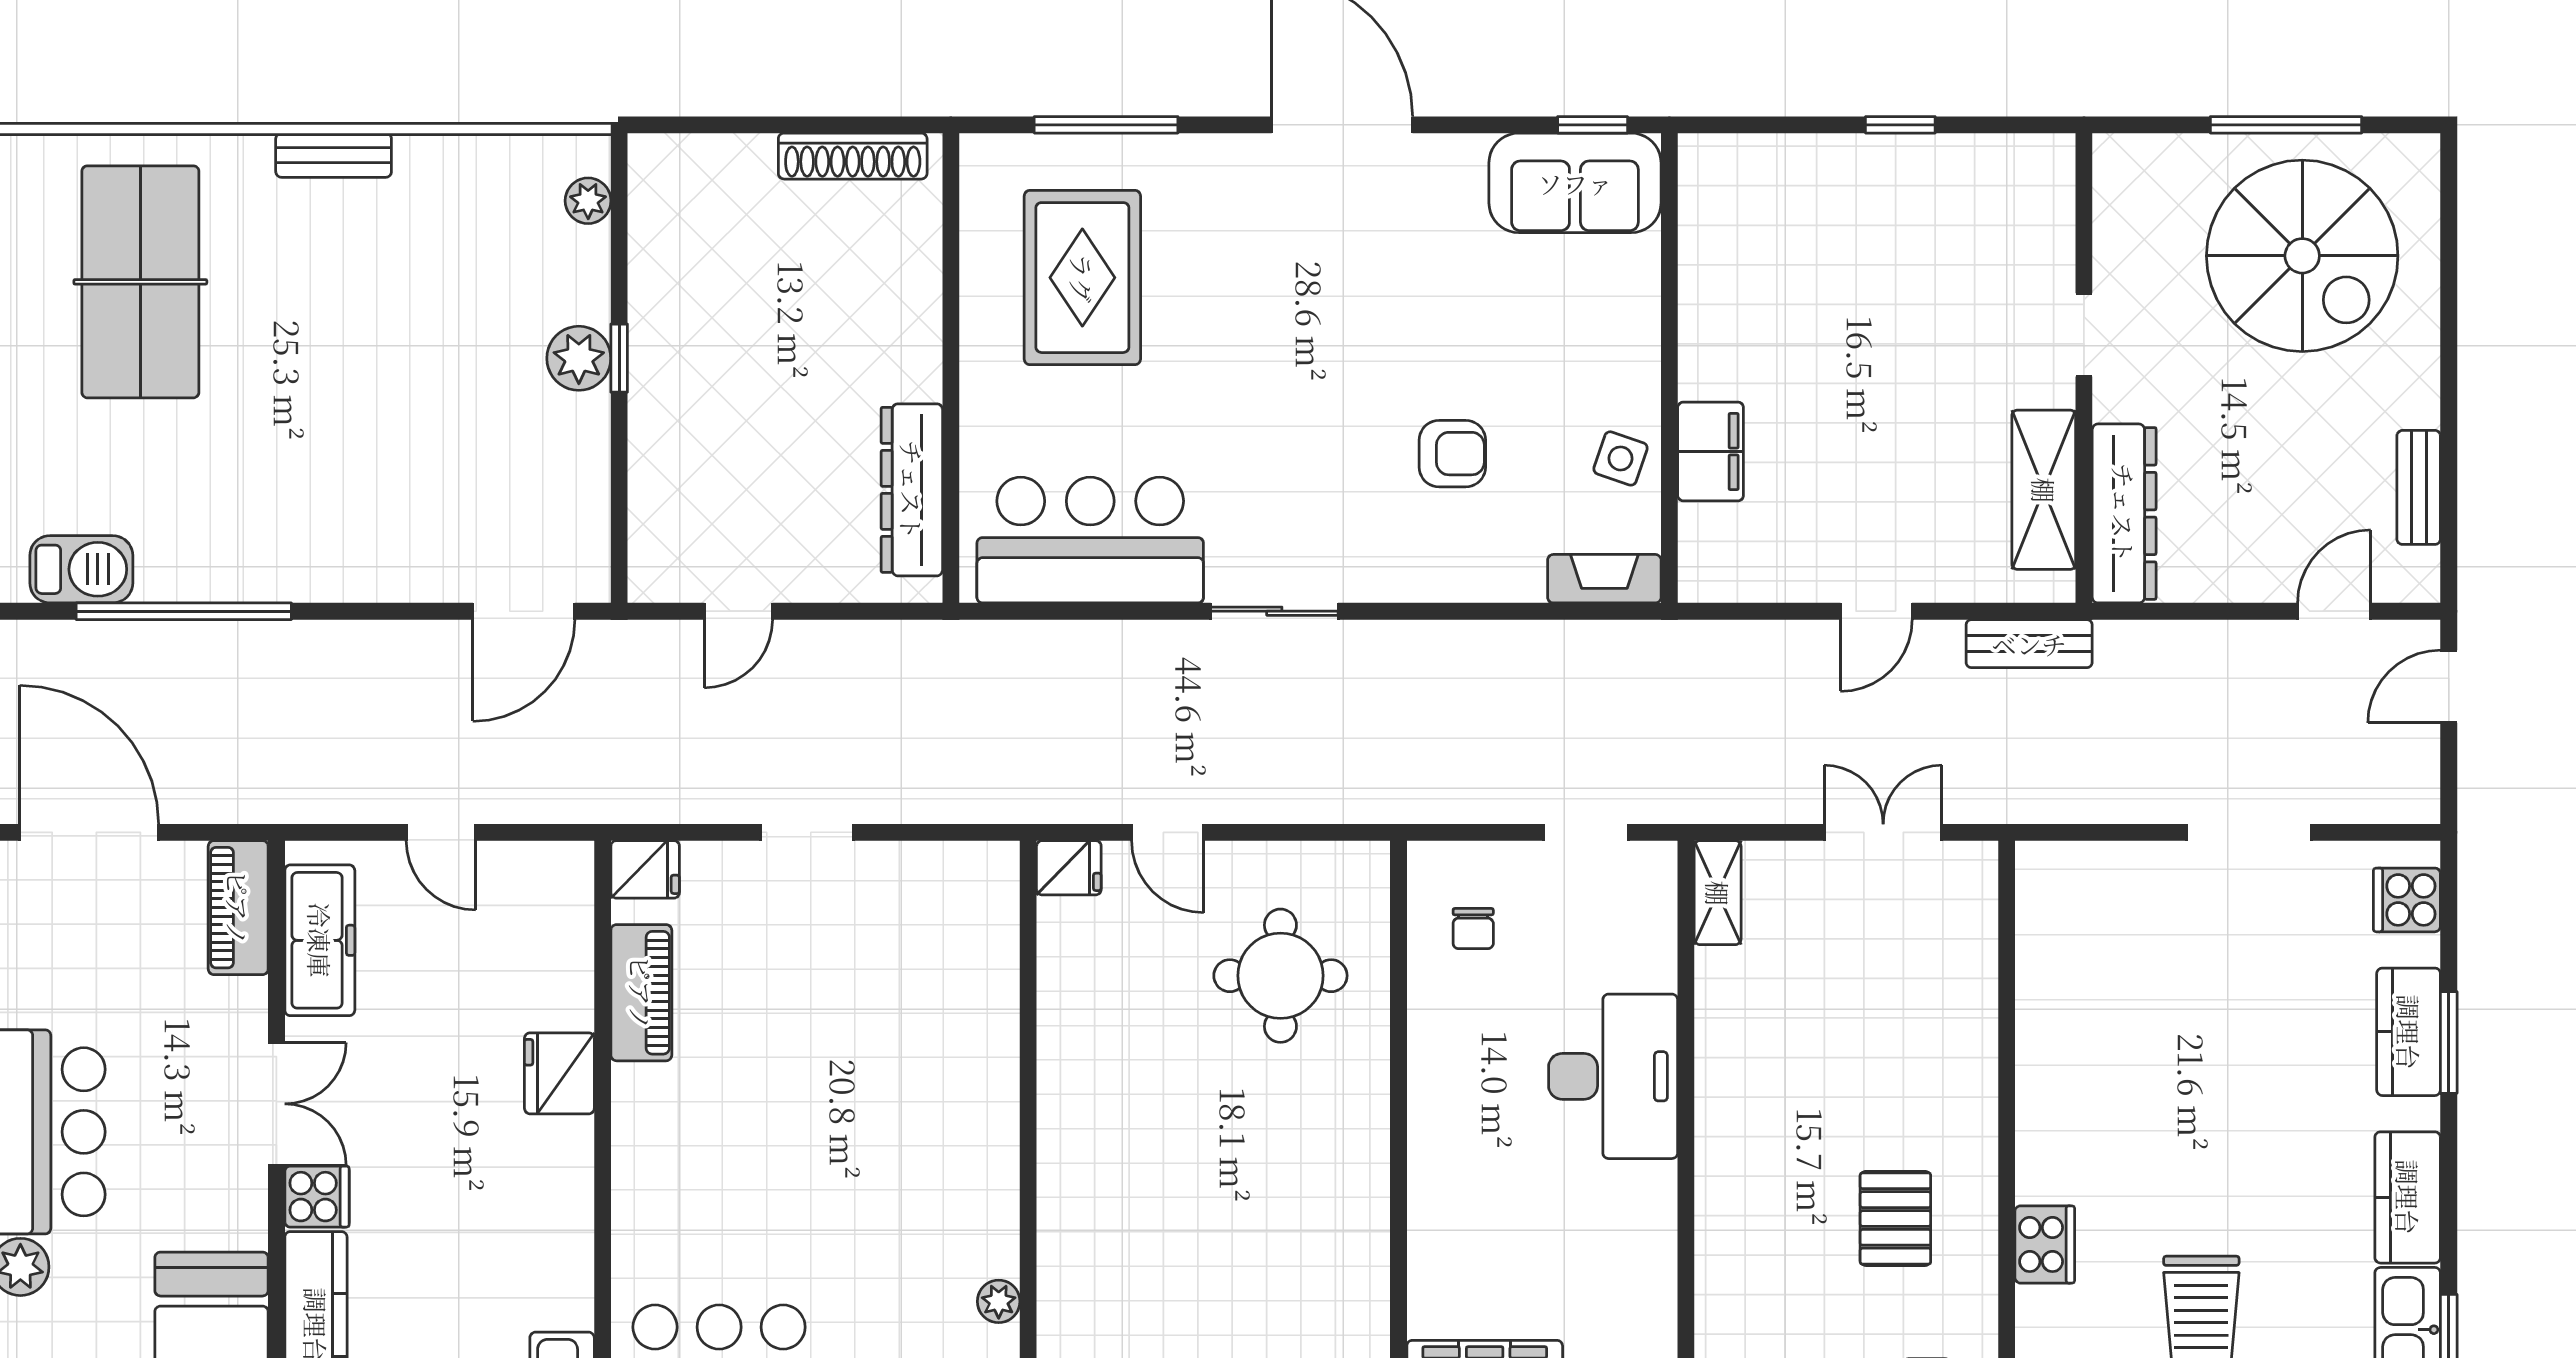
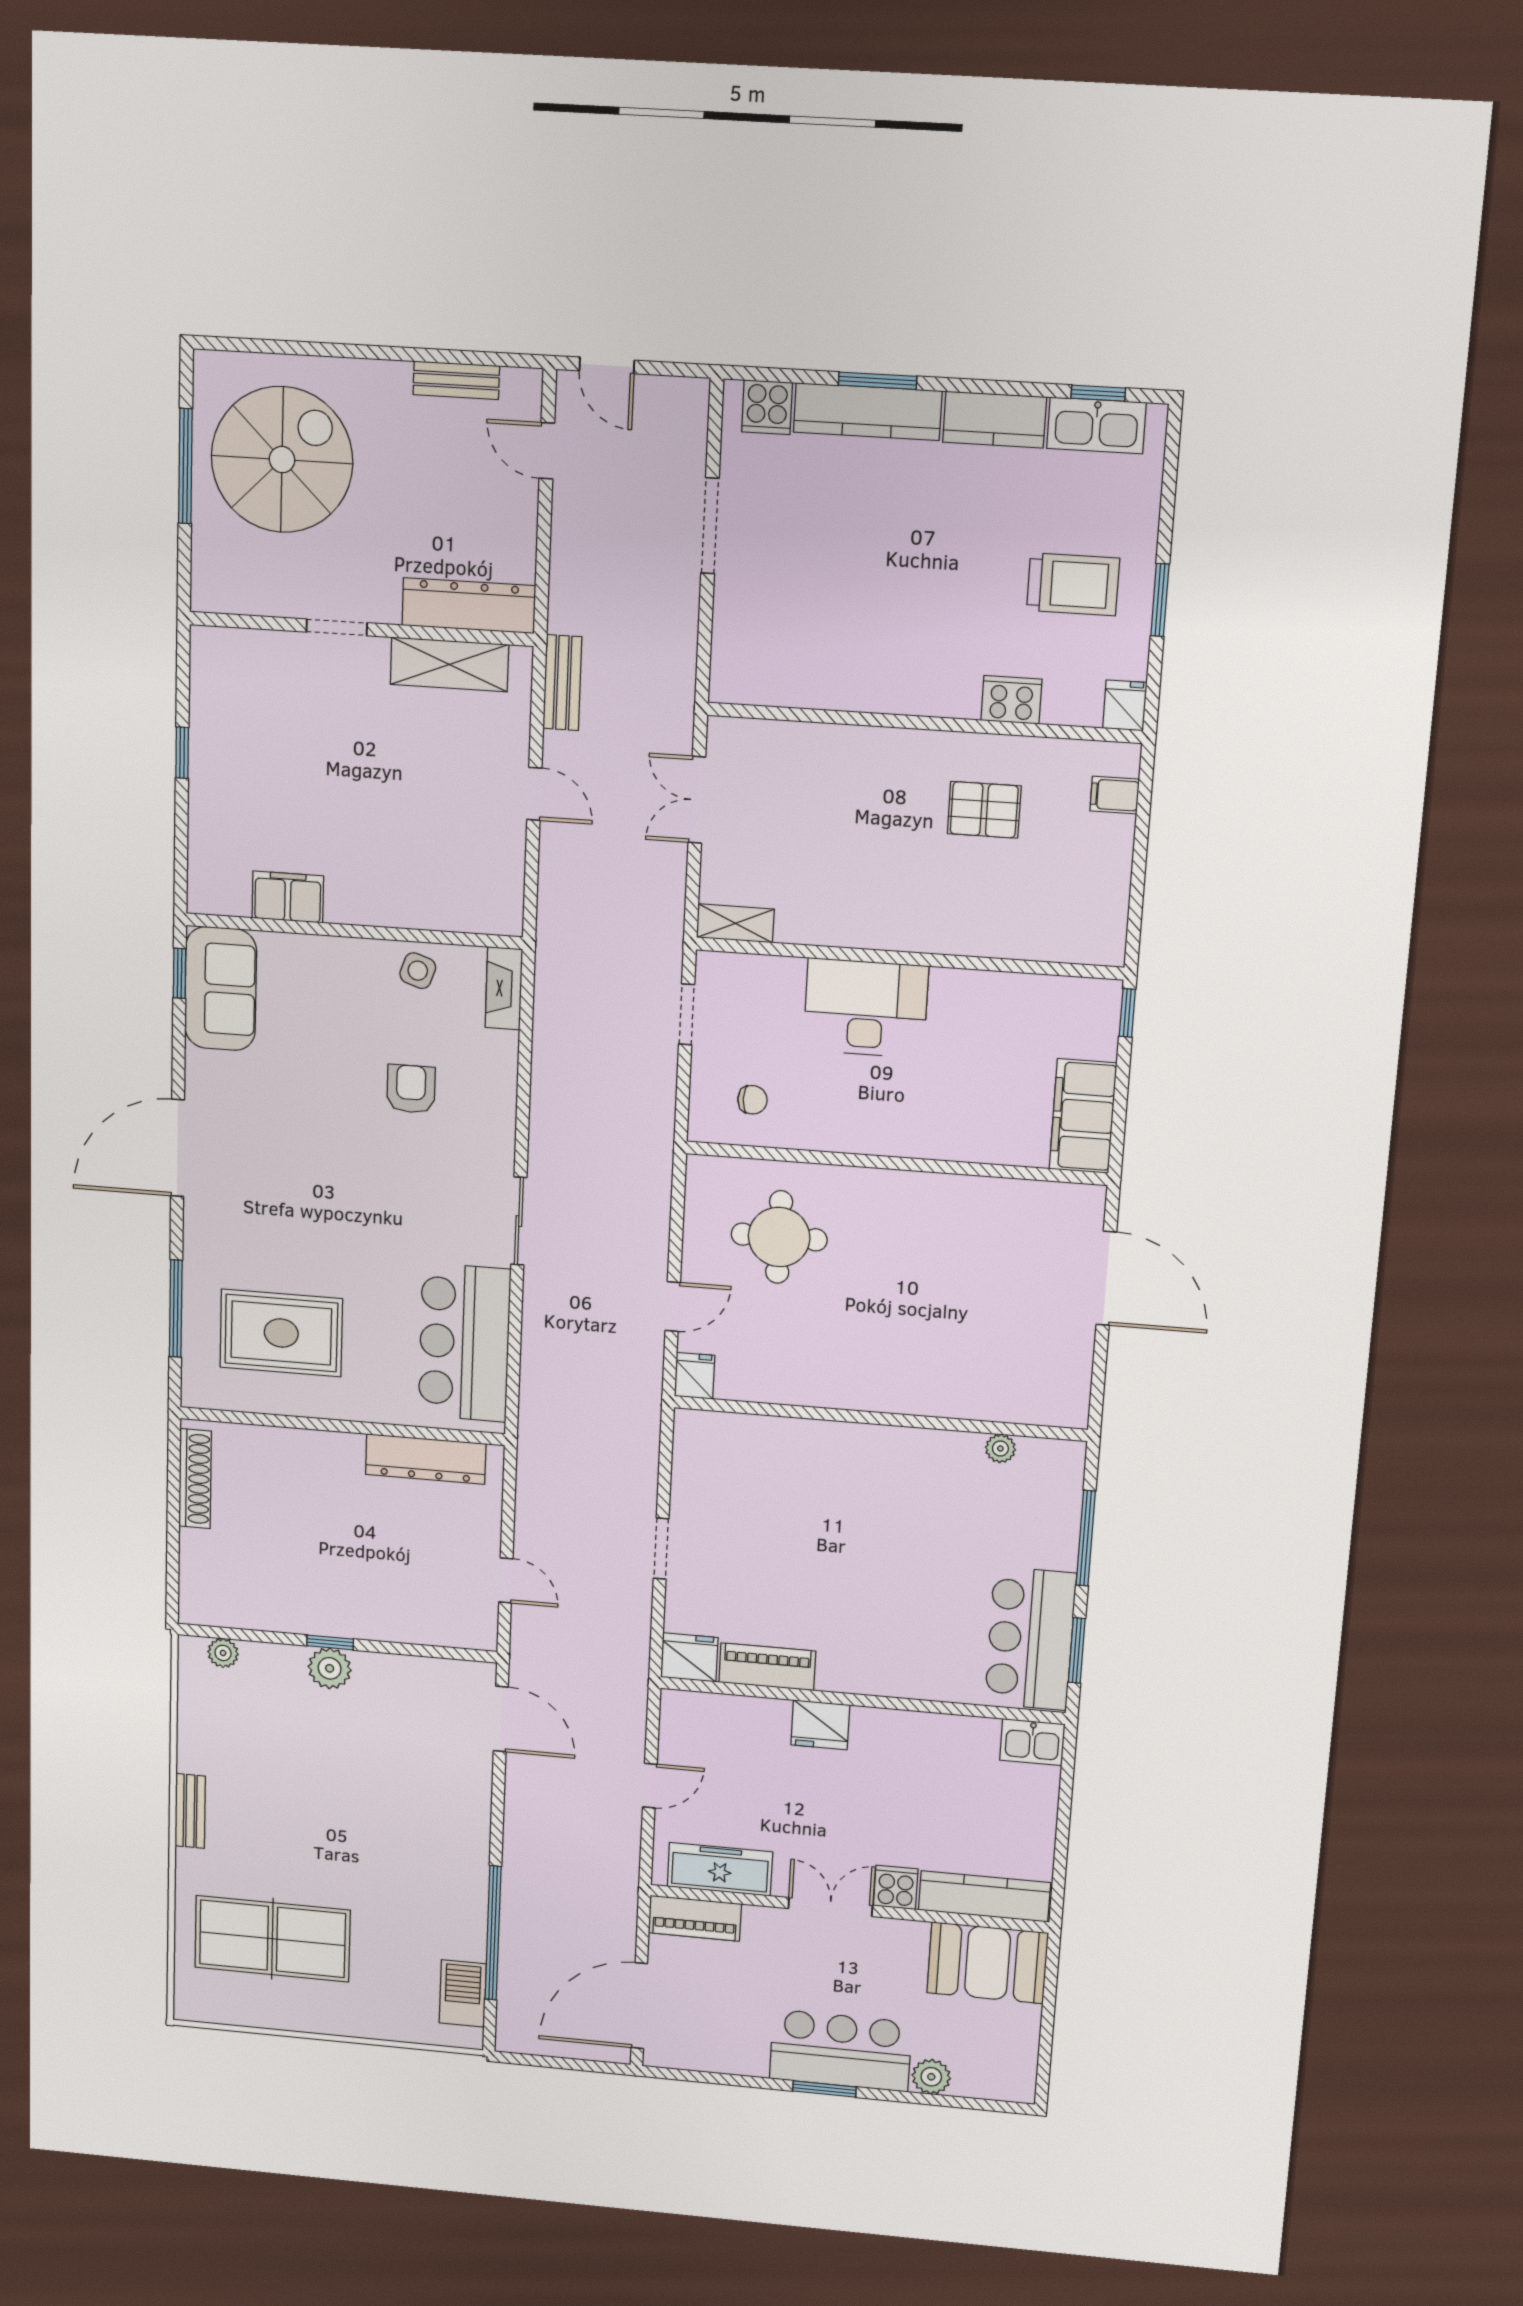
filing cabinet: (1711, 451) -> (288, 897), moved
fridge: (645, 869) -> (689, 1657), width x1.38
kitchen counter: (2409, 1032) -> (868, 412), width x1.50

